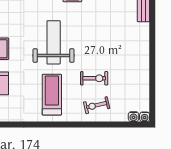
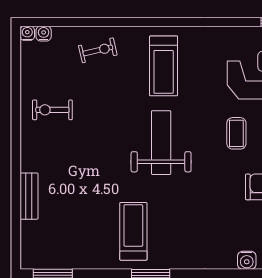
weight bench: (54, 42) -> (161, 143), turned 180
exercise bike: (94, 78) -> (52, 110), moved

